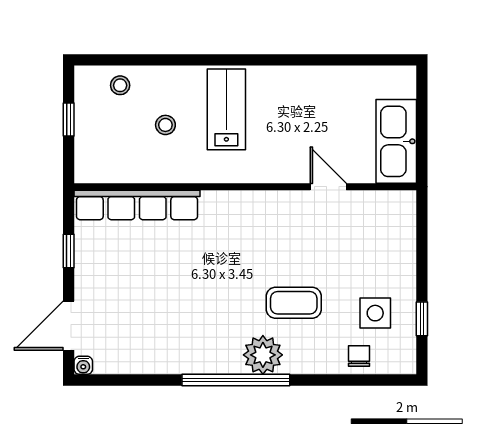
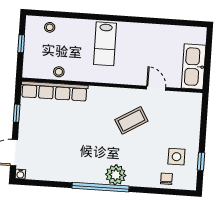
lab bench: (226, 109) -> (105, 44), turned 180
stool: (165, 125) -> (59, 72), moved
coffee table: (294, 303) -> (131, 120), moved, turned -31

